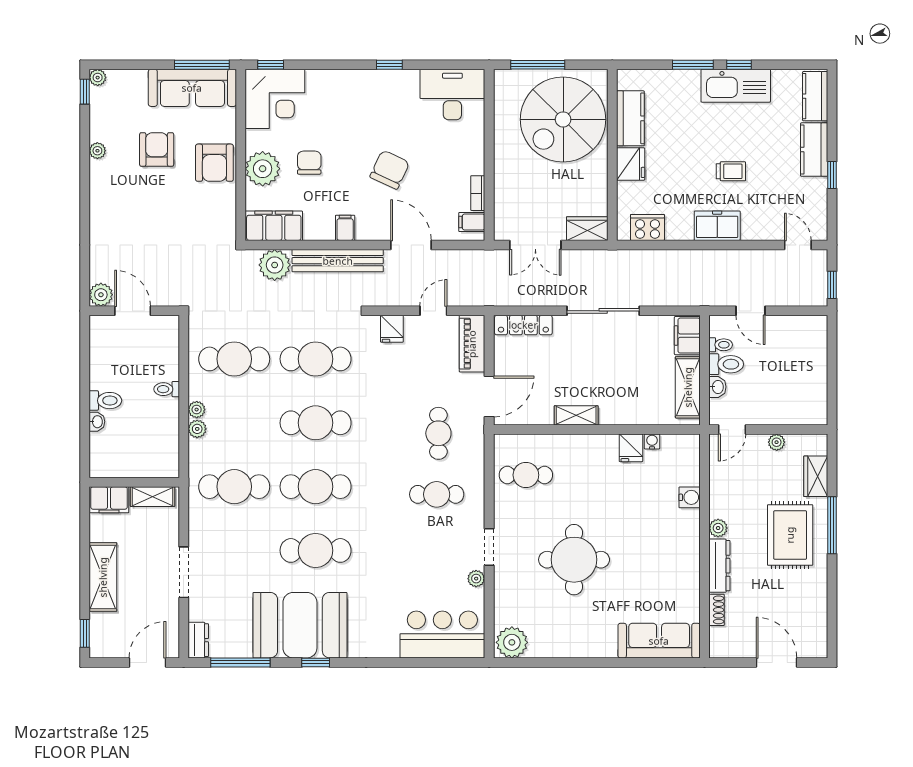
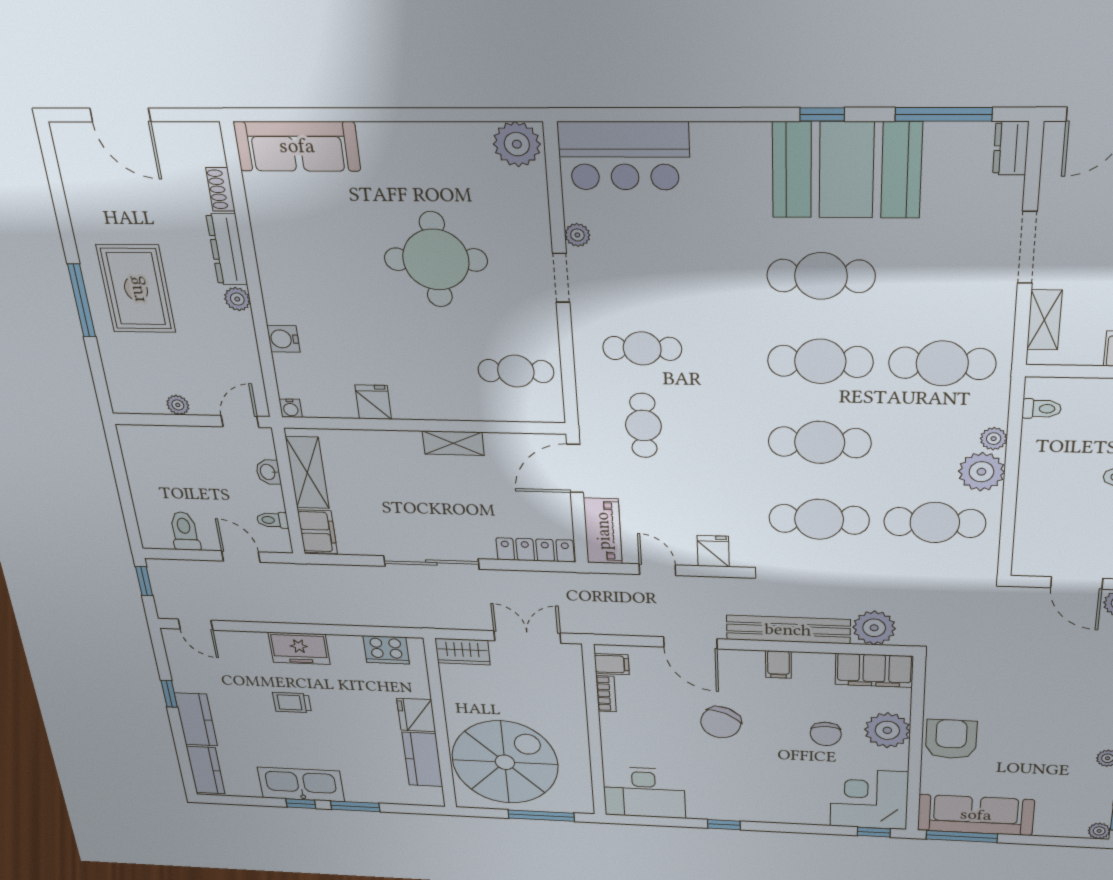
armchair: (157, 149) -> (1028, 756), removed
door: (433, 311) -> (657, 570), swing flipped
toilet: (726, 364) -> (185, 531), moved, turned 90
toilet: (167, 389) -> (1042, 409), moved
plant: (197, 410) -> (981, 472), width x1.88, depth x1.88
water cooler: (652, 441) -> (291, 408), moved
wardrobe: (816, 476) -> (117, 363), removed
shelving: (153, 497) -> (1044, 320), moved, turned 90

